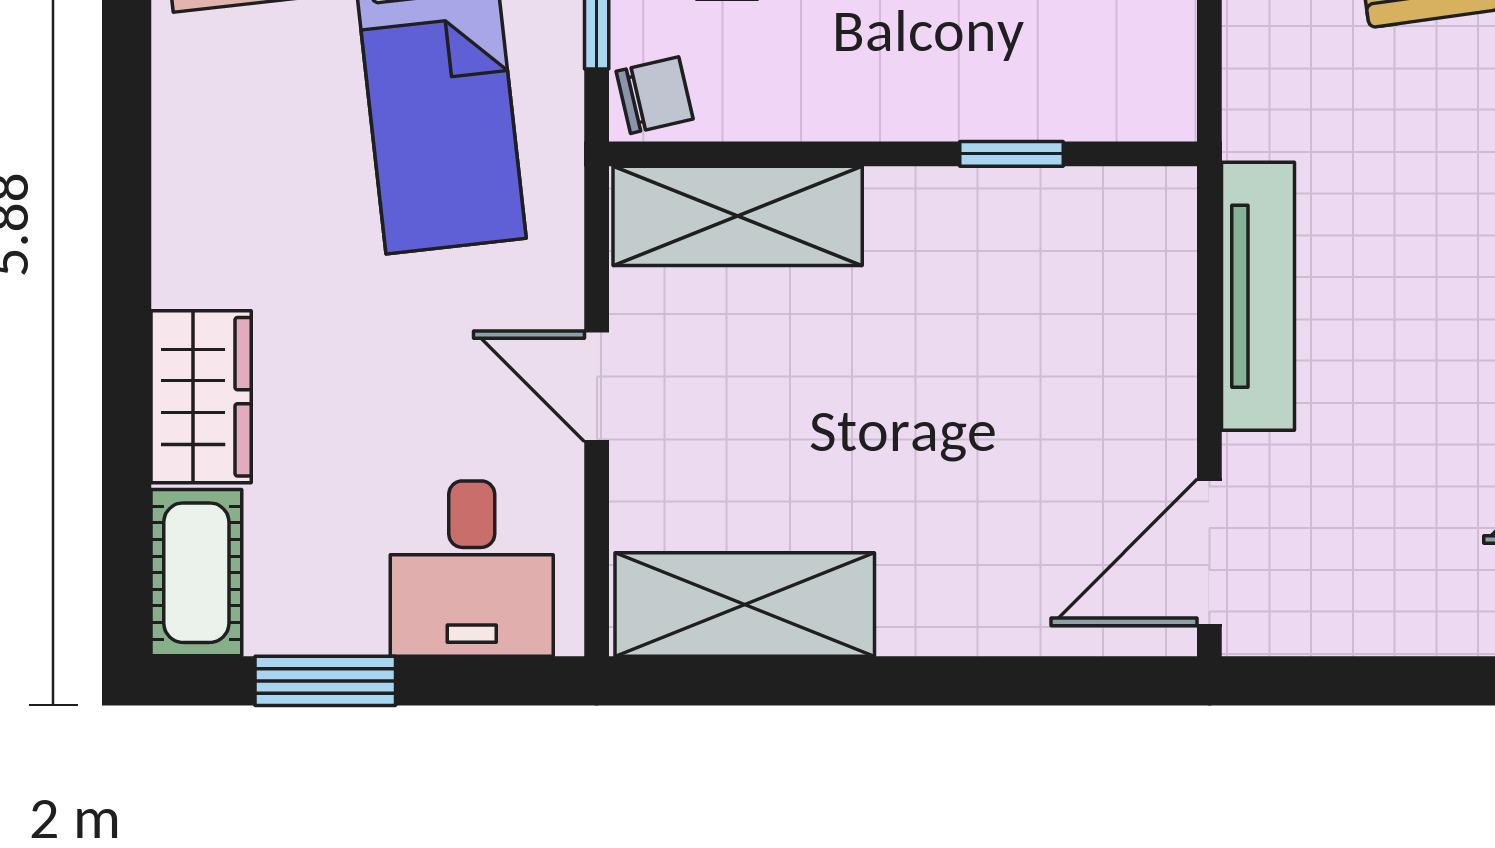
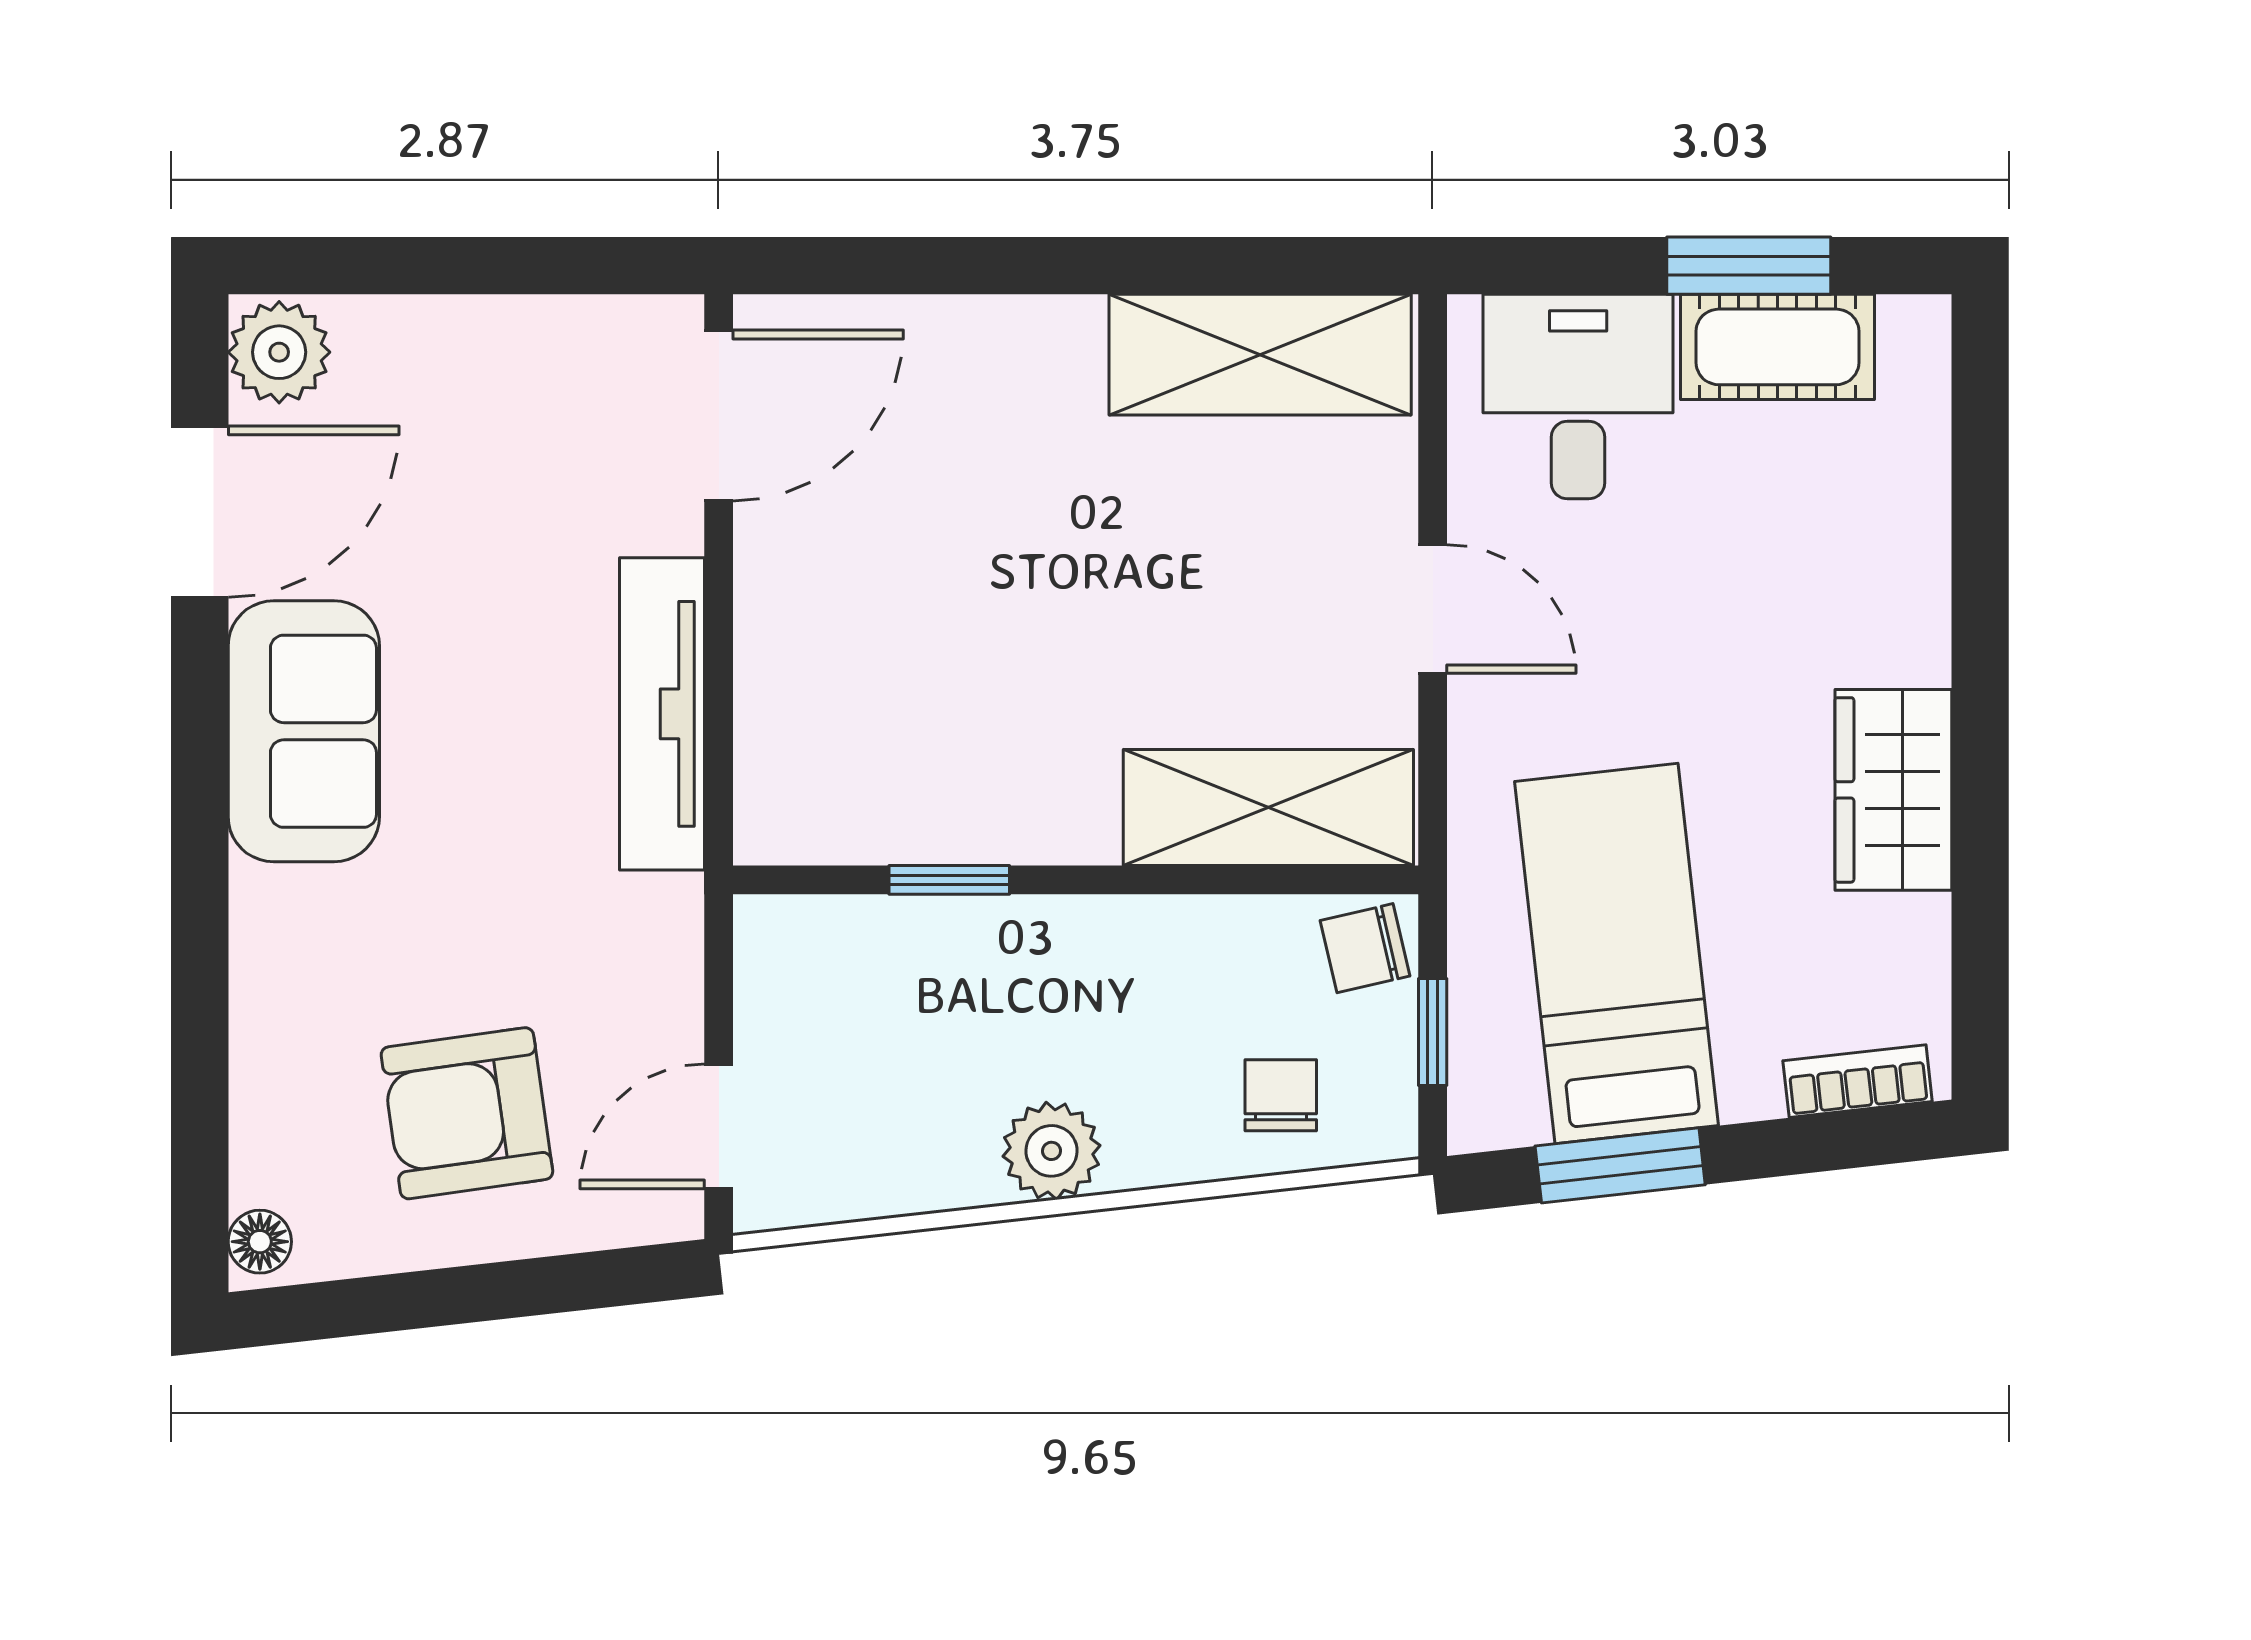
wardrobe: (201, 397) -> (1893, 790), moved
cot: (196, 573) -> (1777, 347), moved, turned 90

